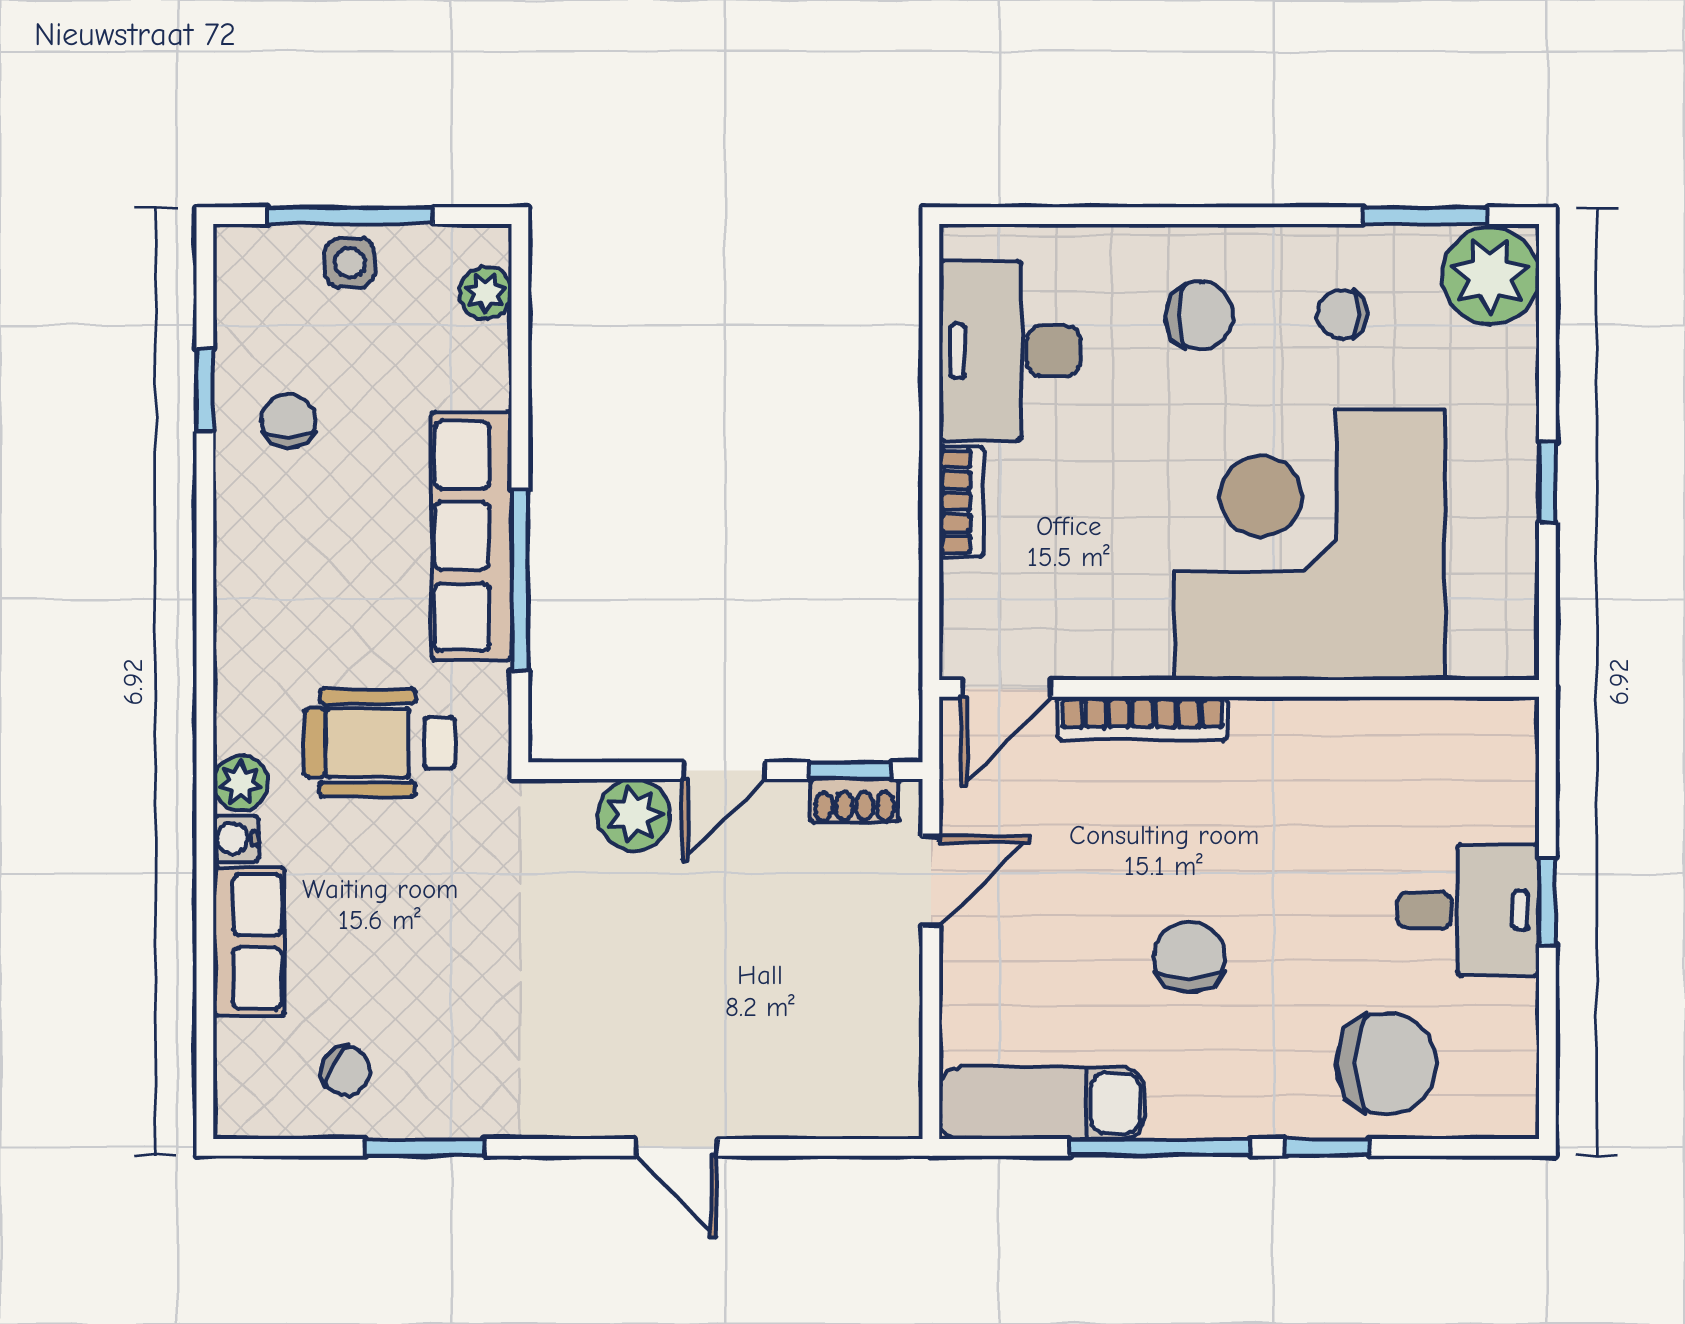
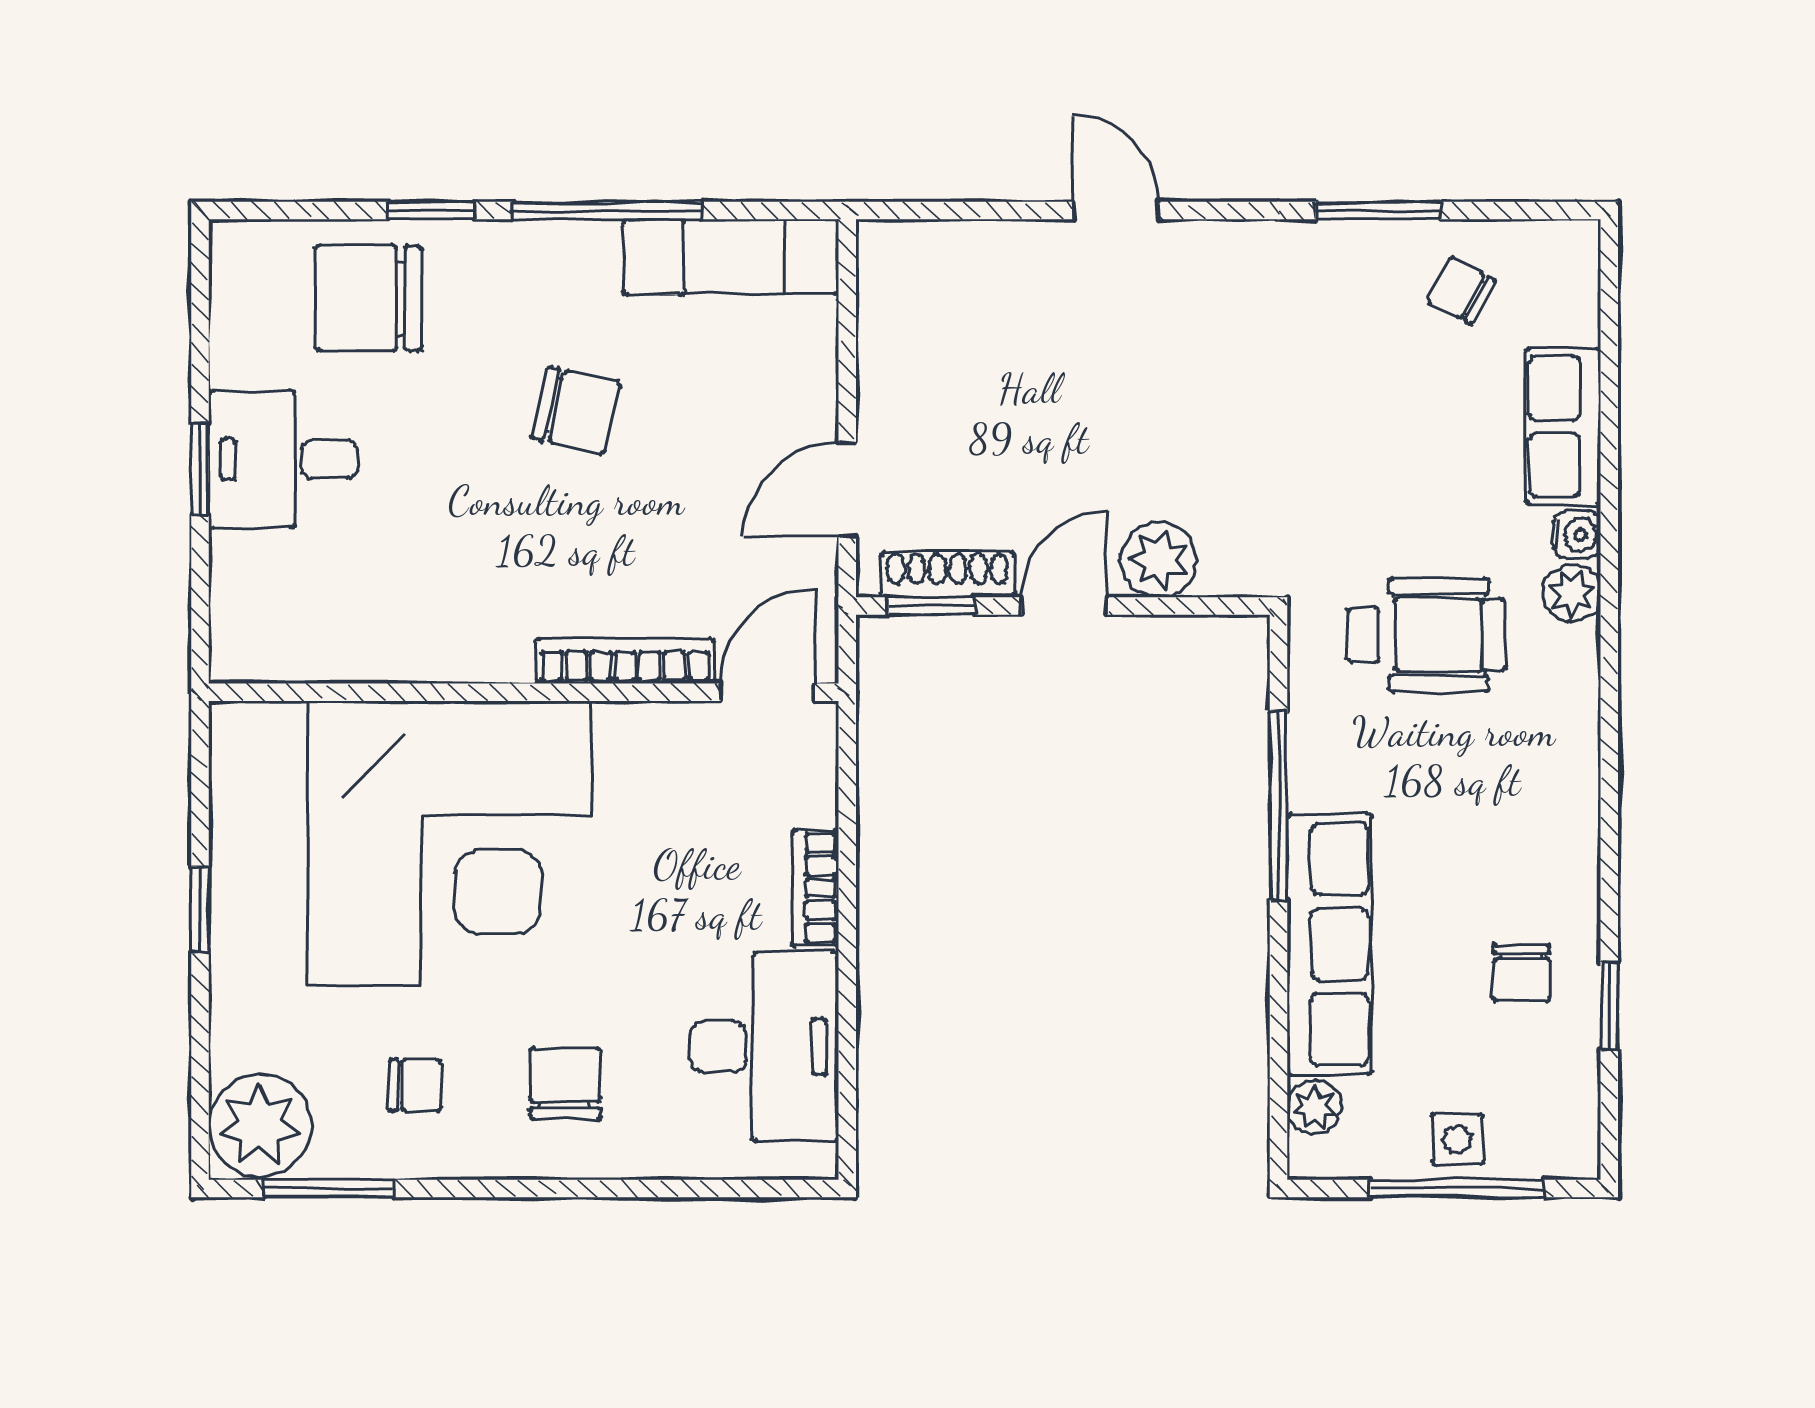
chair: (1199, 316) -> (565, 1083), turned 90
row of seats: (471, 536) -> (1329, 944), moved
shoe rack: (854, 801) -> (948, 575), width x1.43
chair: (1189, 957) -> (576, 410), turned -77

